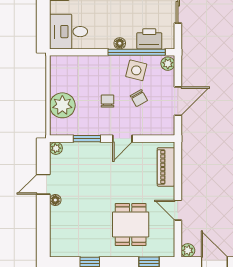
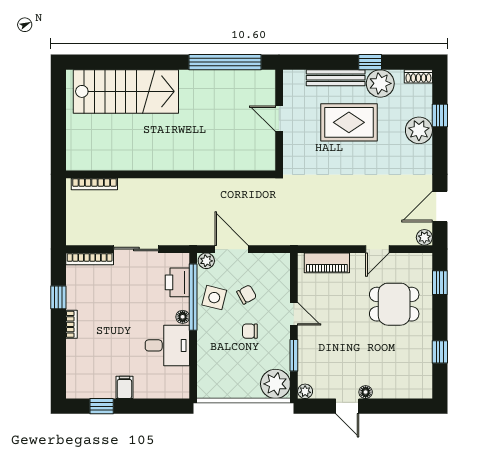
desk: (69, 32) -> (167, 345), moved, turned -90
door: (178, 101) -> (232, 249), moved
plant: (62, 105) -> (275, 384), moved

